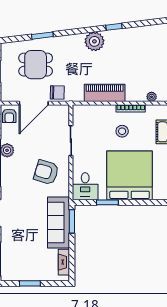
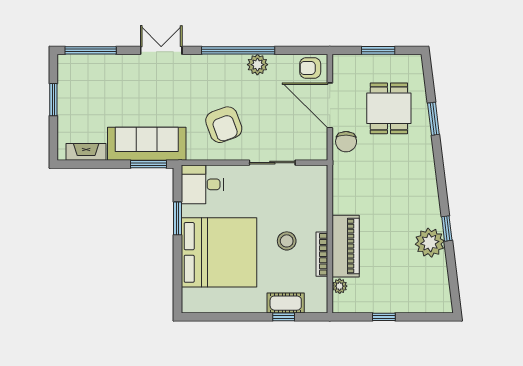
plant: (94, 41) -> (430, 243), moved
piano: (105, 93) -> (346, 246), moved
armchair: (46, 172) -> (224, 125), turned 143

